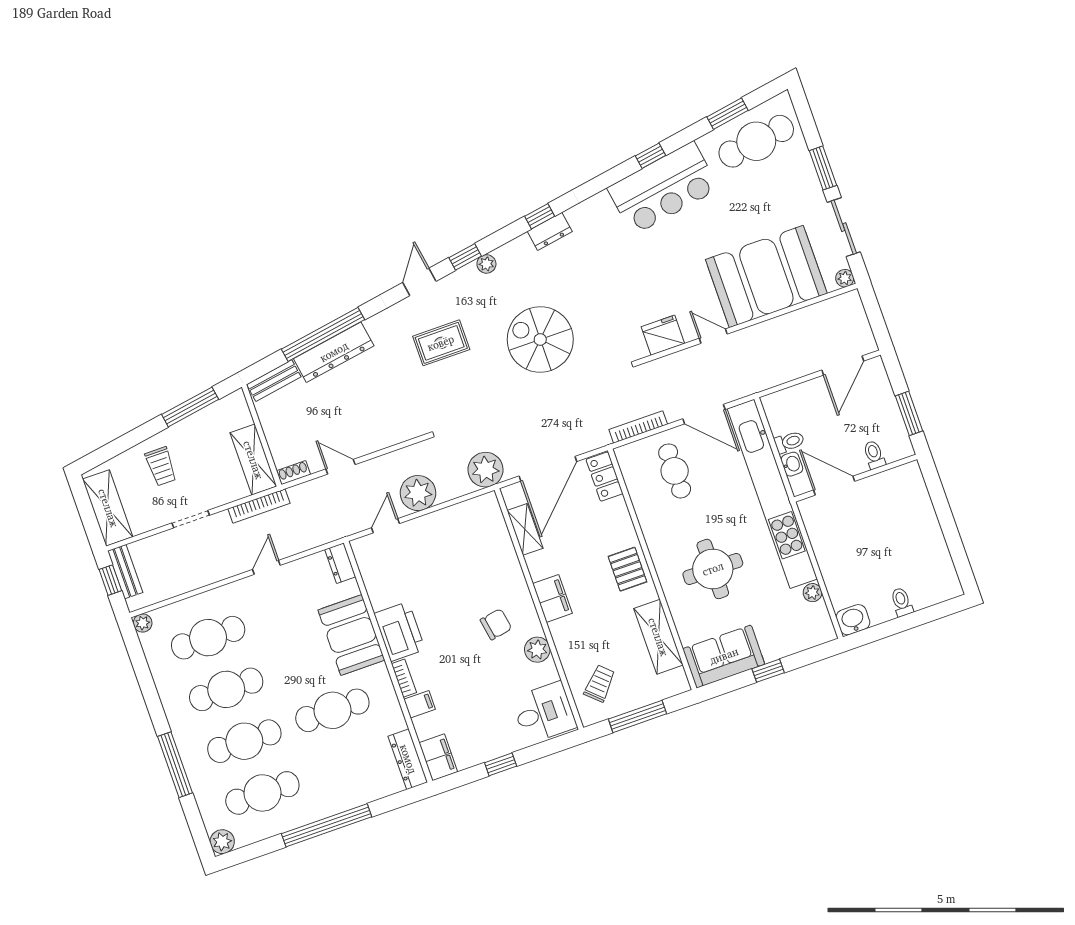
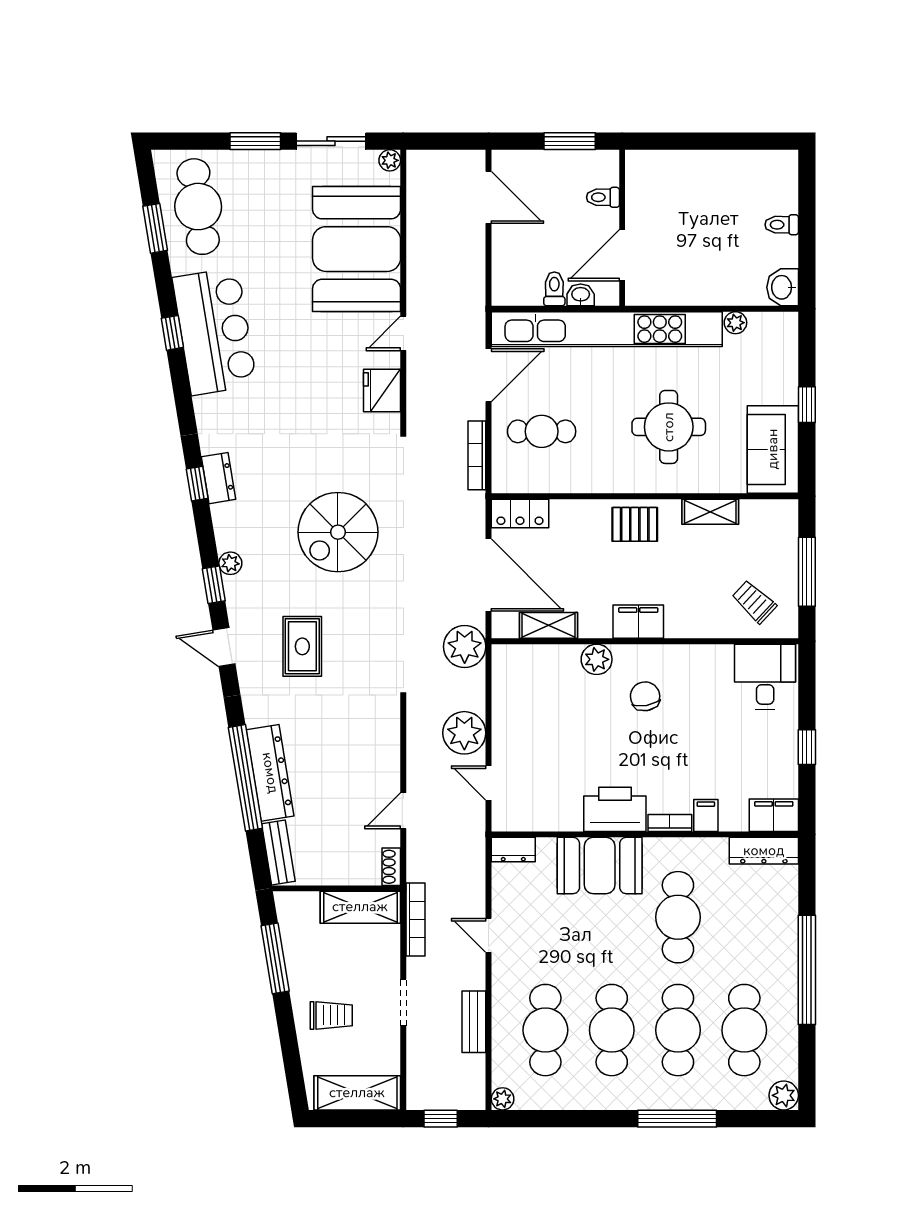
bench: (125, 572) -> (474, 1022), moved, turned 90
shelving: (658, 637) -> (710, 512), width x0.67, depth x0.75
plant: (537, 650) -> (597, 659), moved

